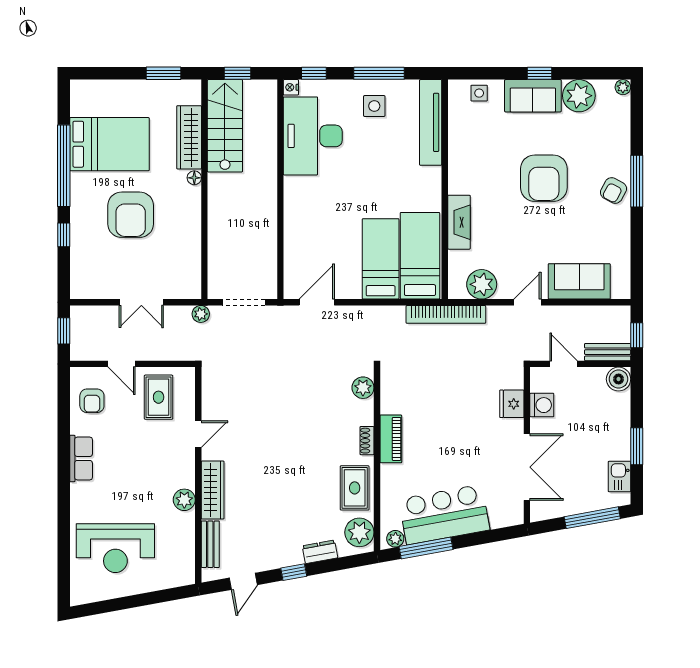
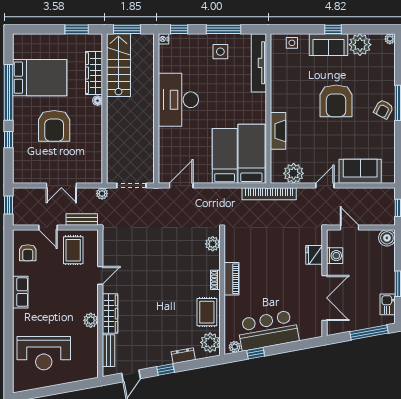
window: (237, 73) -> (127, 29), width x1.50
desk: (313, 136) -> (178, 100), moved
bench: (608, 352) -> (82, 220), moved
window: (426, 548) -> (256, 353), width x0.46

